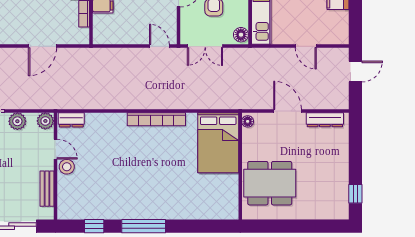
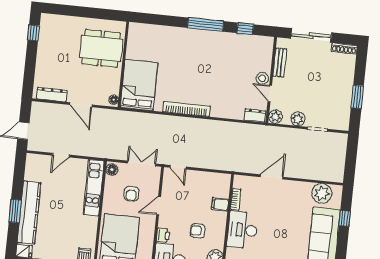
door: (306, 46) -> (61, 155), swing flipped

